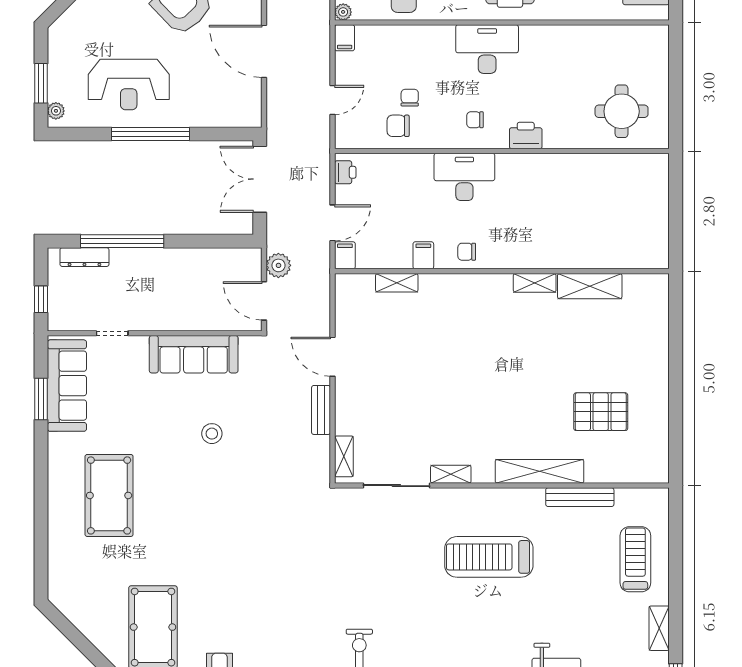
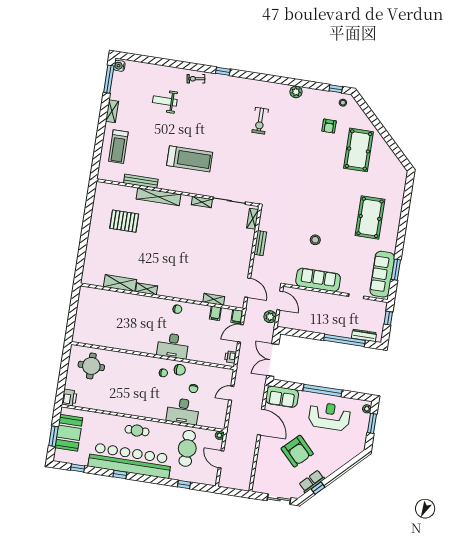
filing cabinet: (345, 38) -> (221, 423), removed
desk: (487, 49) -> (183, 411), moved
sofa: (230, 109) -> (282, 397), added
chair: (398, 126) -> (180, 370), moved
printer: (526, 136) -> (69, 398), moved, turned -90
double door: (260, 179) -> (273, 360), swing flipped
filing cabinet: (423, 255) -> (215, 313), moved
door: (333, 357) -> (248, 288), moved

